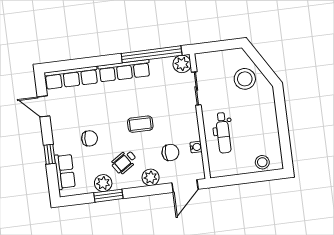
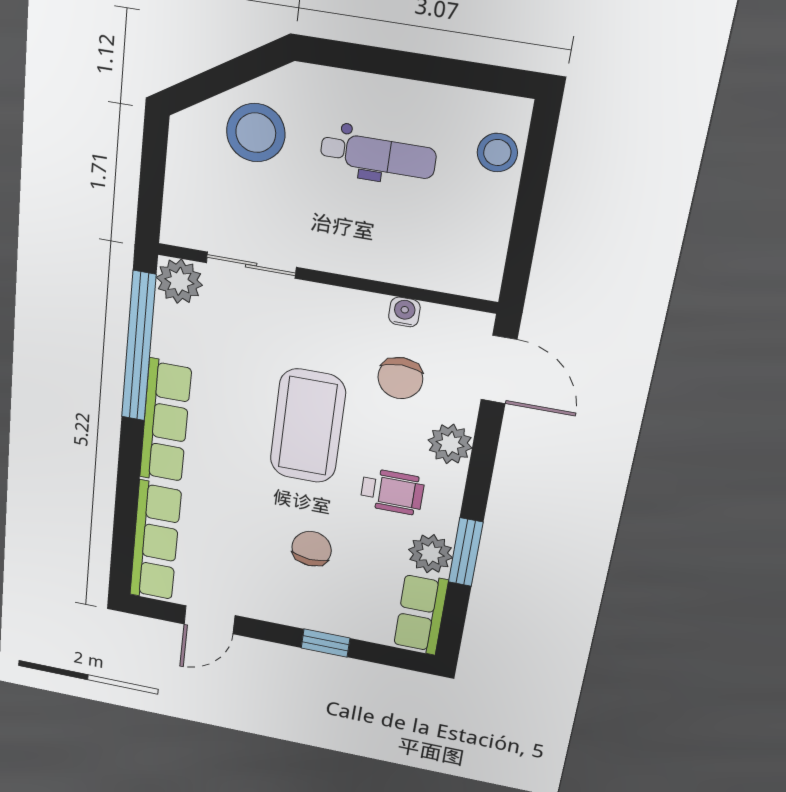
coffee table: (140, 124) -> (308, 426), width x1.86, depth x1.72
dental chair: (223, 133) -> (378, 155), moved
chair: (170, 152) -> (400, 378), turned 180
wheelchair: (124, 162) -> (392, 492), turned -57
row of seats: (65, 171) -> (421, 614), moved, turned -90

